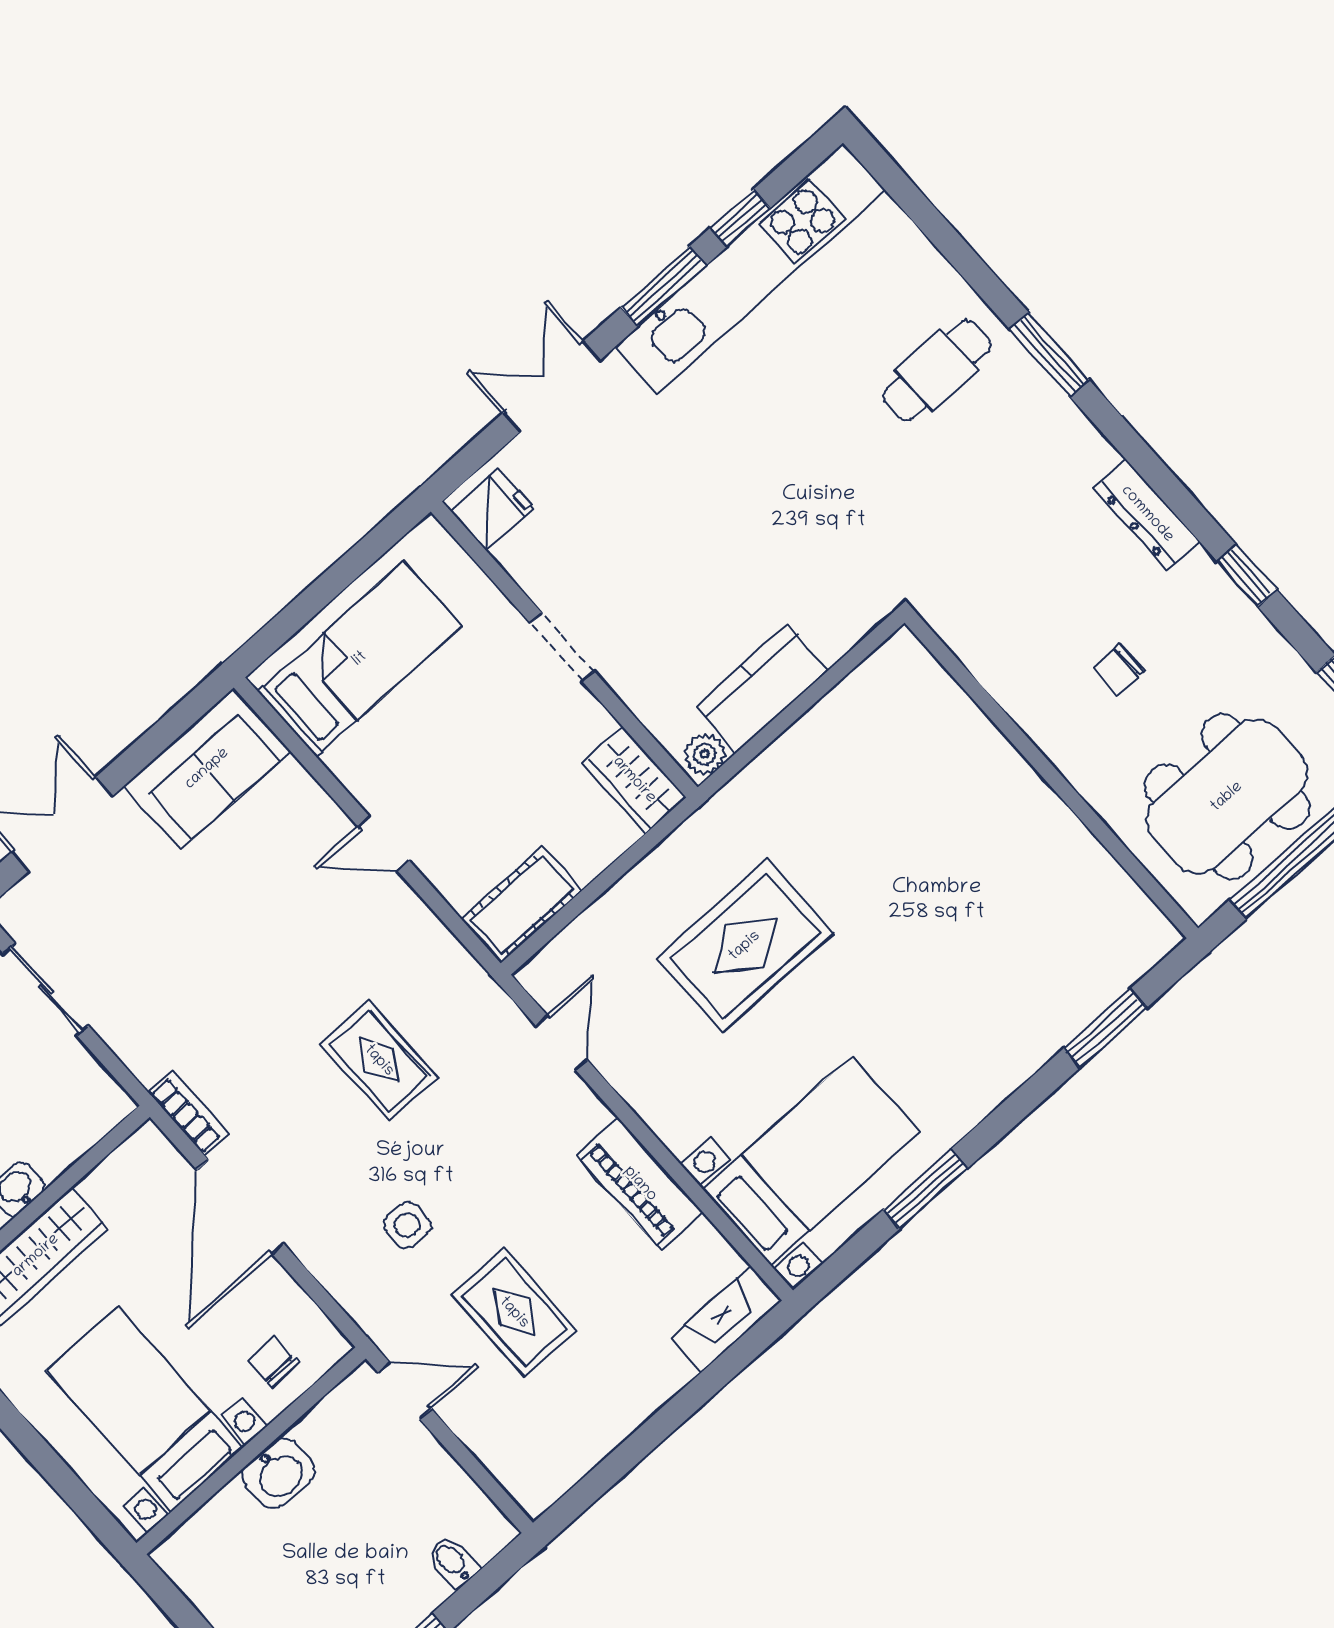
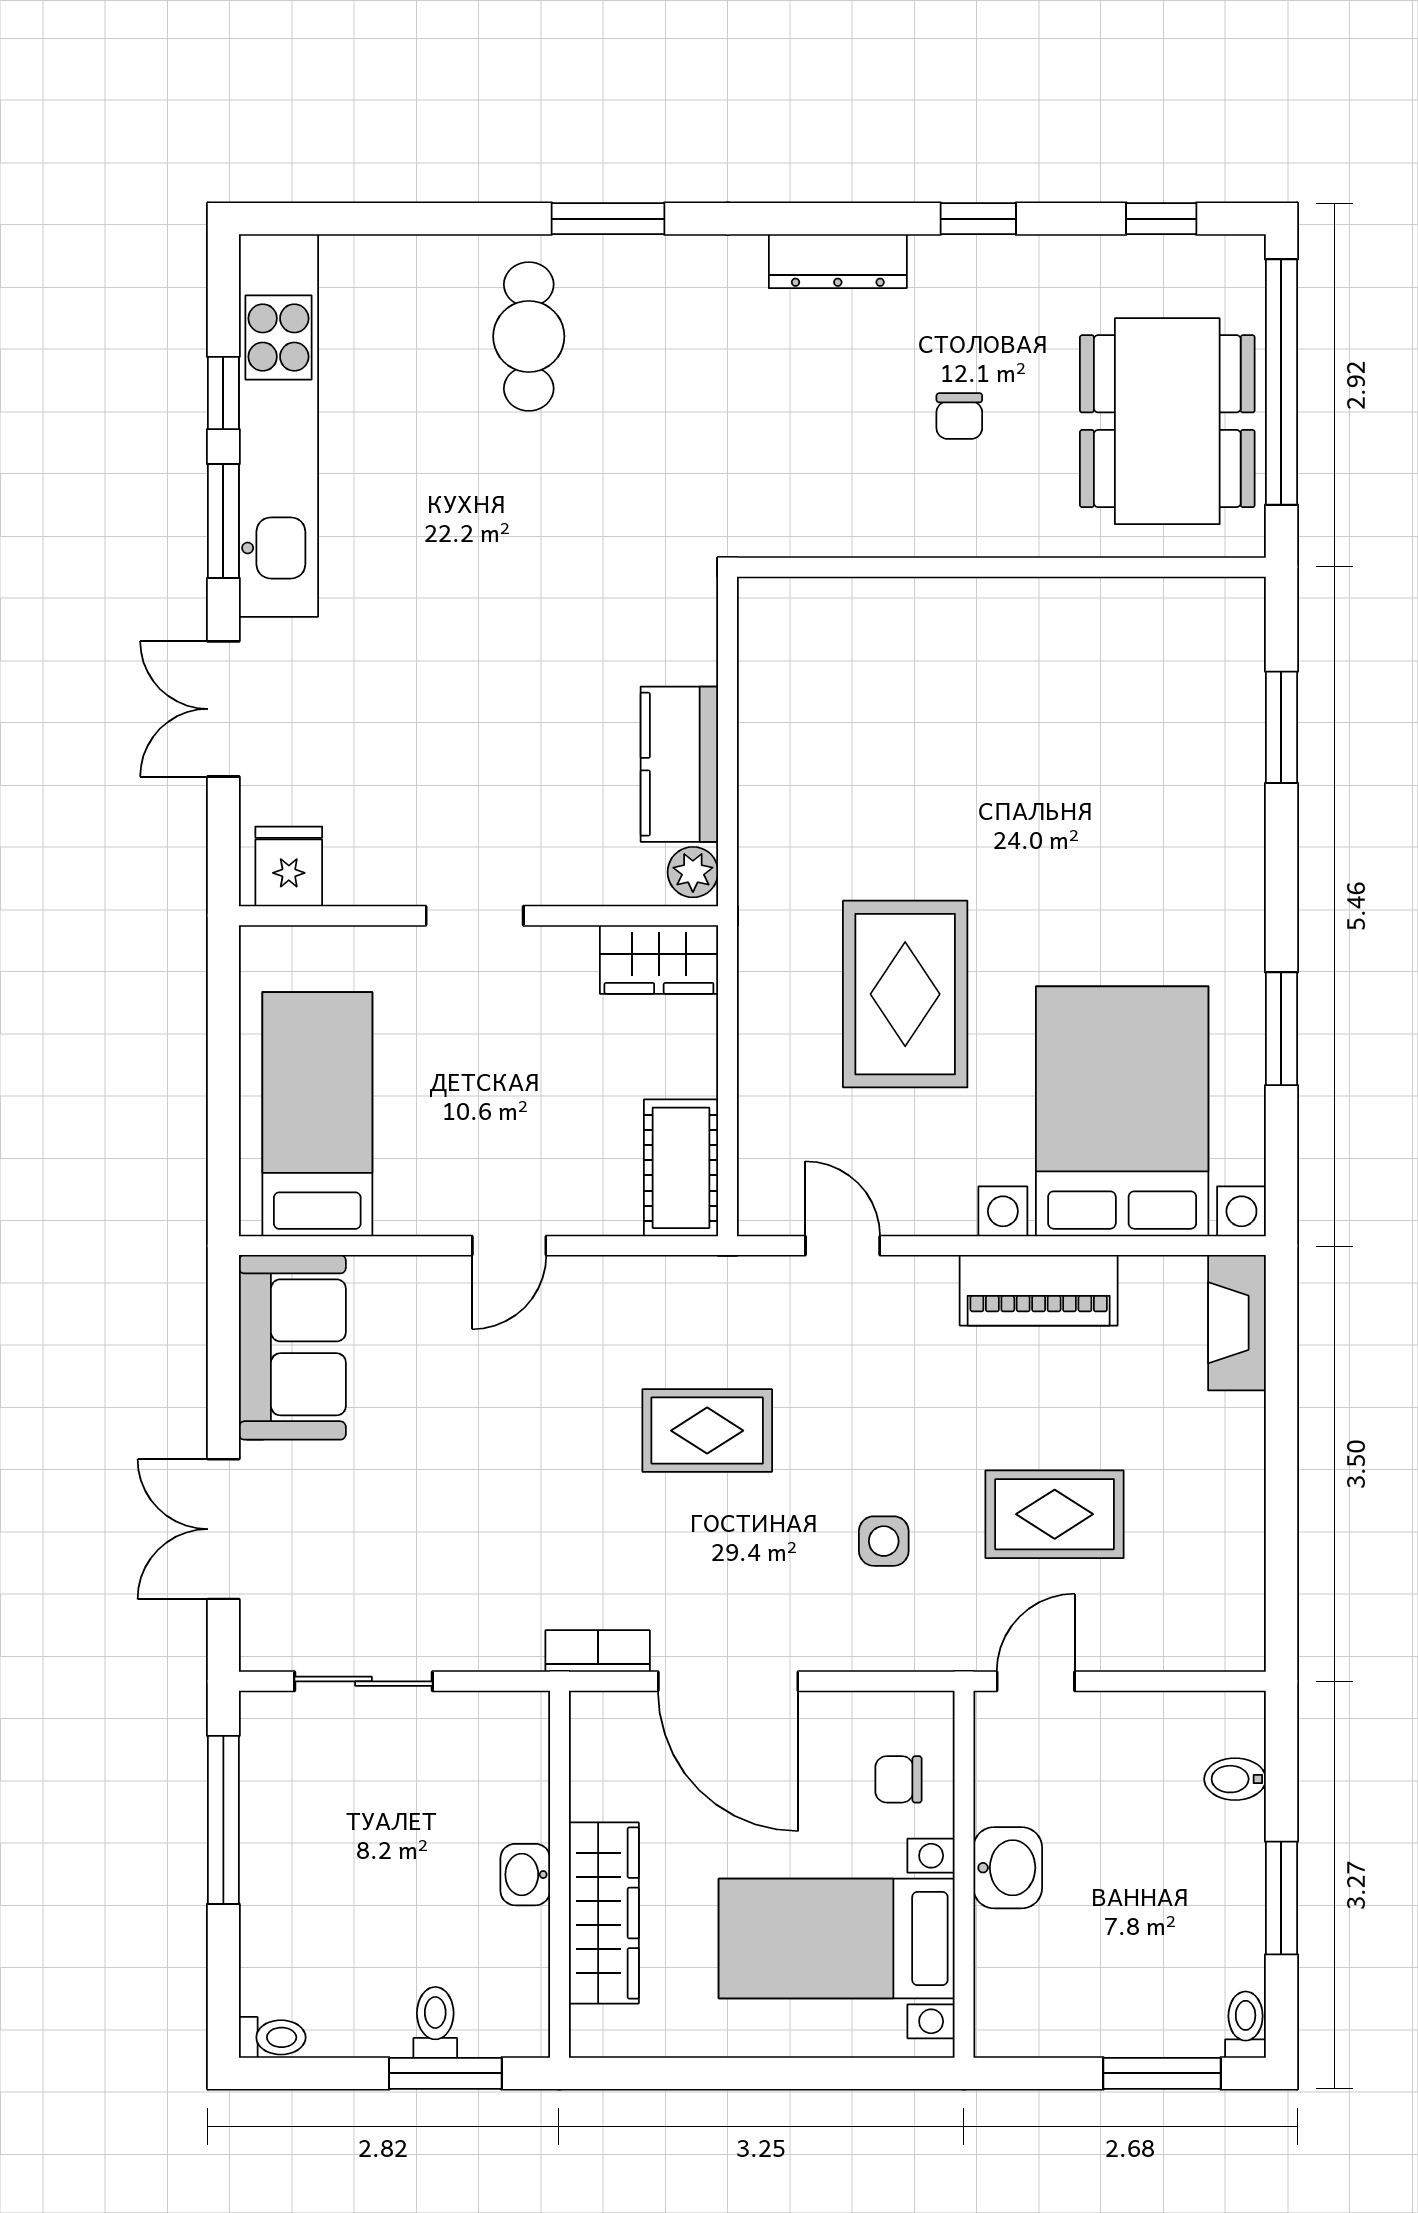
bed with nightstands: (811, 1161) -> (1122, 1111), width x1.36

